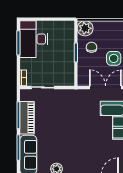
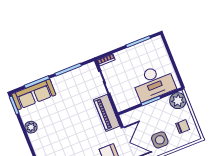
desk: (34, 39) -> (154, 83), moved, turned 180
chair: (92, 47) -> (183, 127), moved
piano: (27, 118) -> (107, 113), moved, turned 90

